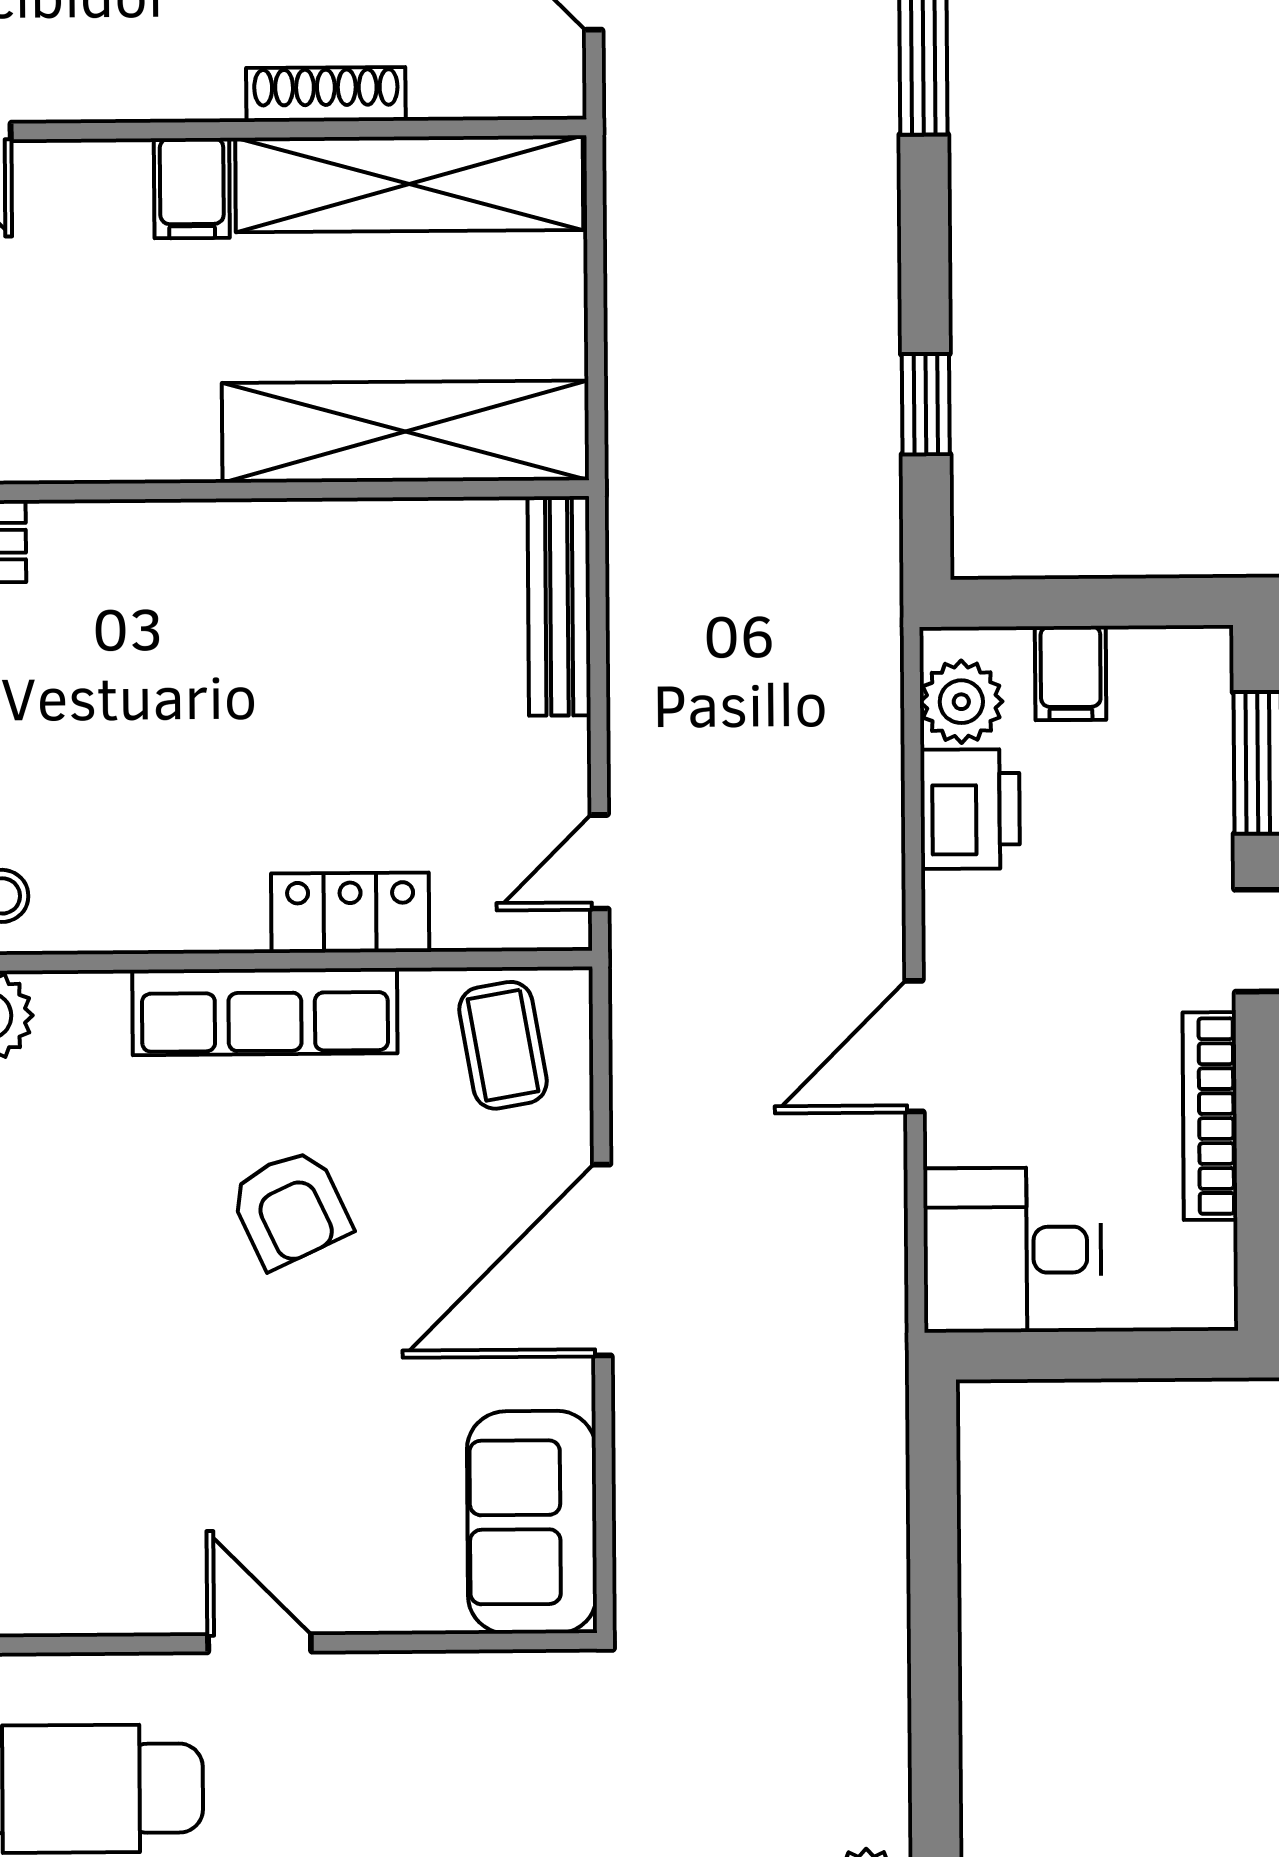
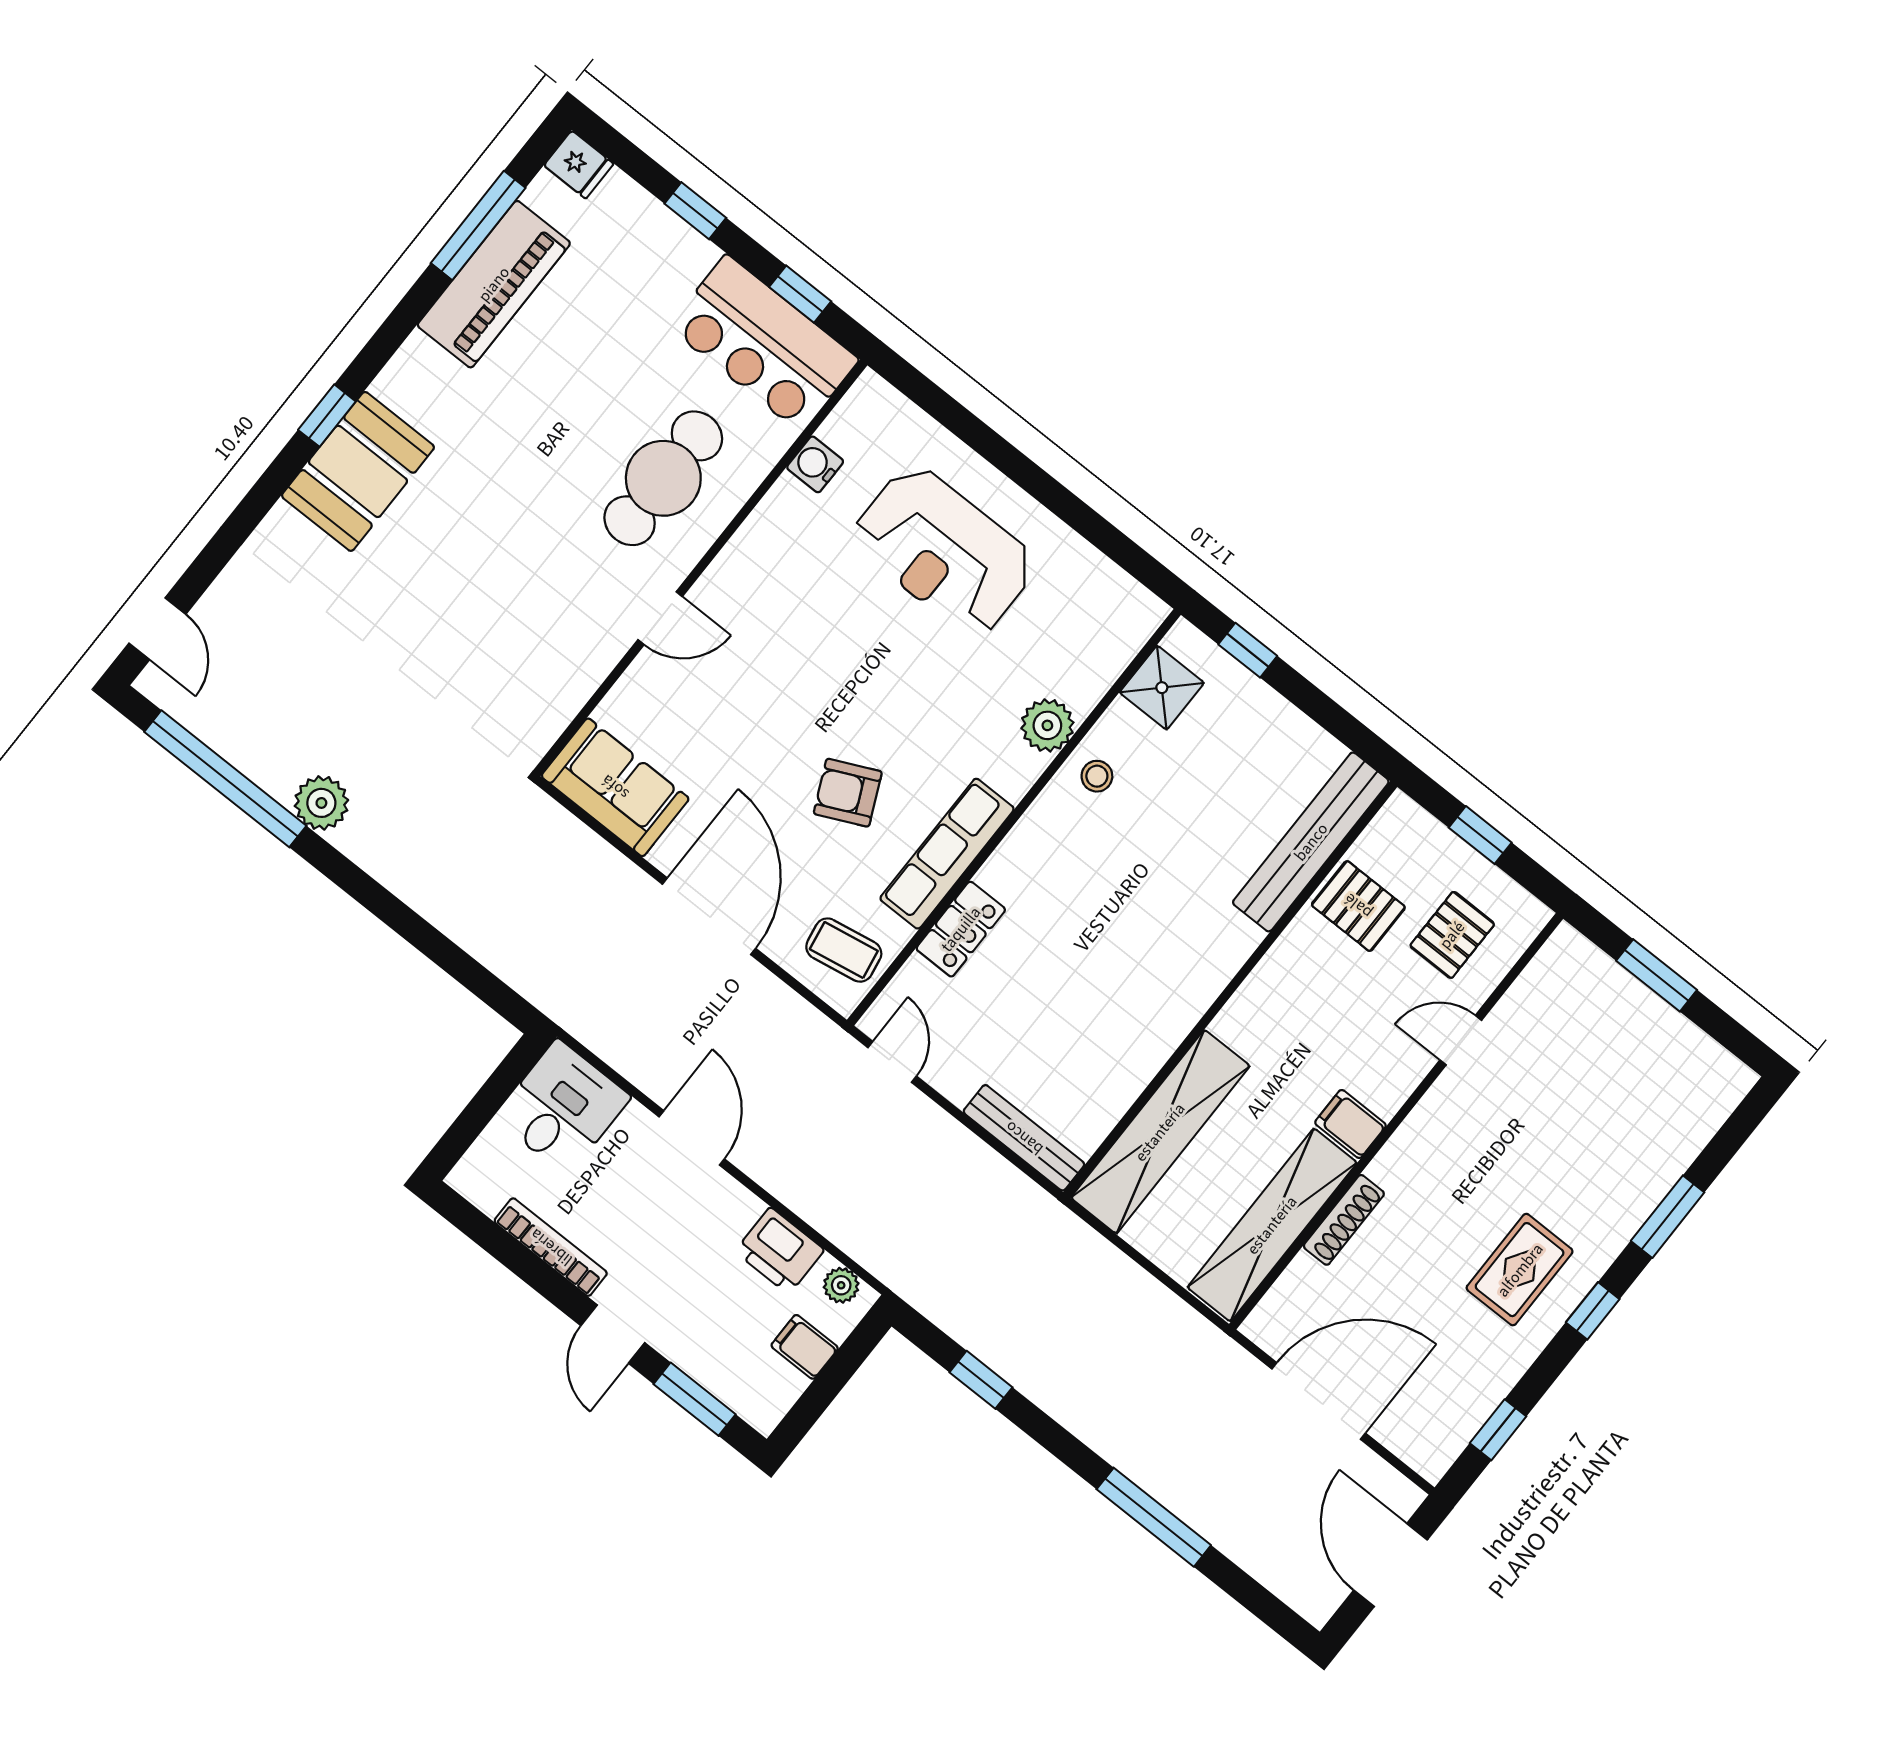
plant: (961, 702) -> (841, 1285), width x0.73, depth x0.73

